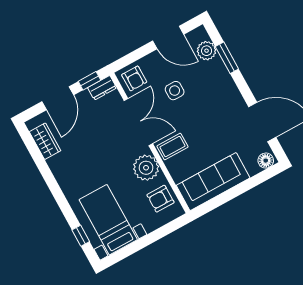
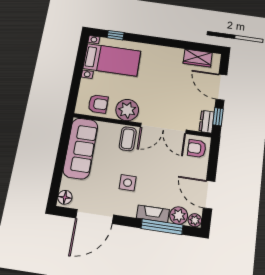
plant: (200, 34) -> (195, 220), added
door: (168, 38) -> (209, 195), hinge flipped
window: (227, 58) -> (162, 227), width x1.44
fireplace: (222, 74) -> (153, 214), added
side table: (175, 91) -> (128, 183), moved
armchair: (160, 199) -> (98, 104), turned 90

